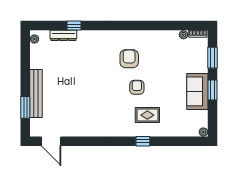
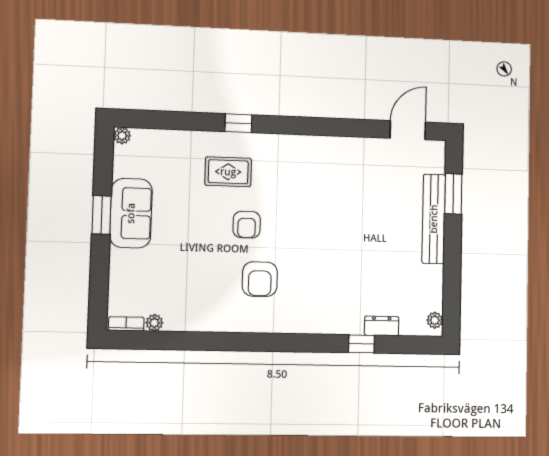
dresser: (63, 35) -> (382, 326), width x0.70
window: (213, 58) -> (99, 277), removed
door: (51, 141) -> (408, 130), hinge flipped

